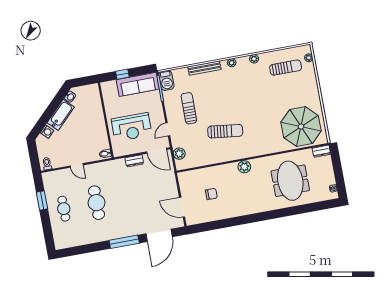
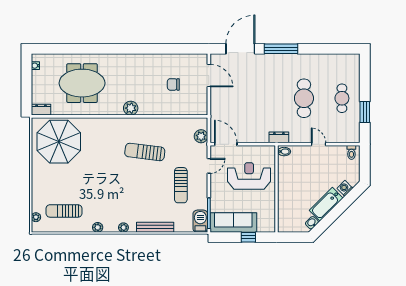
dresser: (134, 161) -> (279, 137), moved
meeting table: (290, 181) -> (82, 83), turned 90

